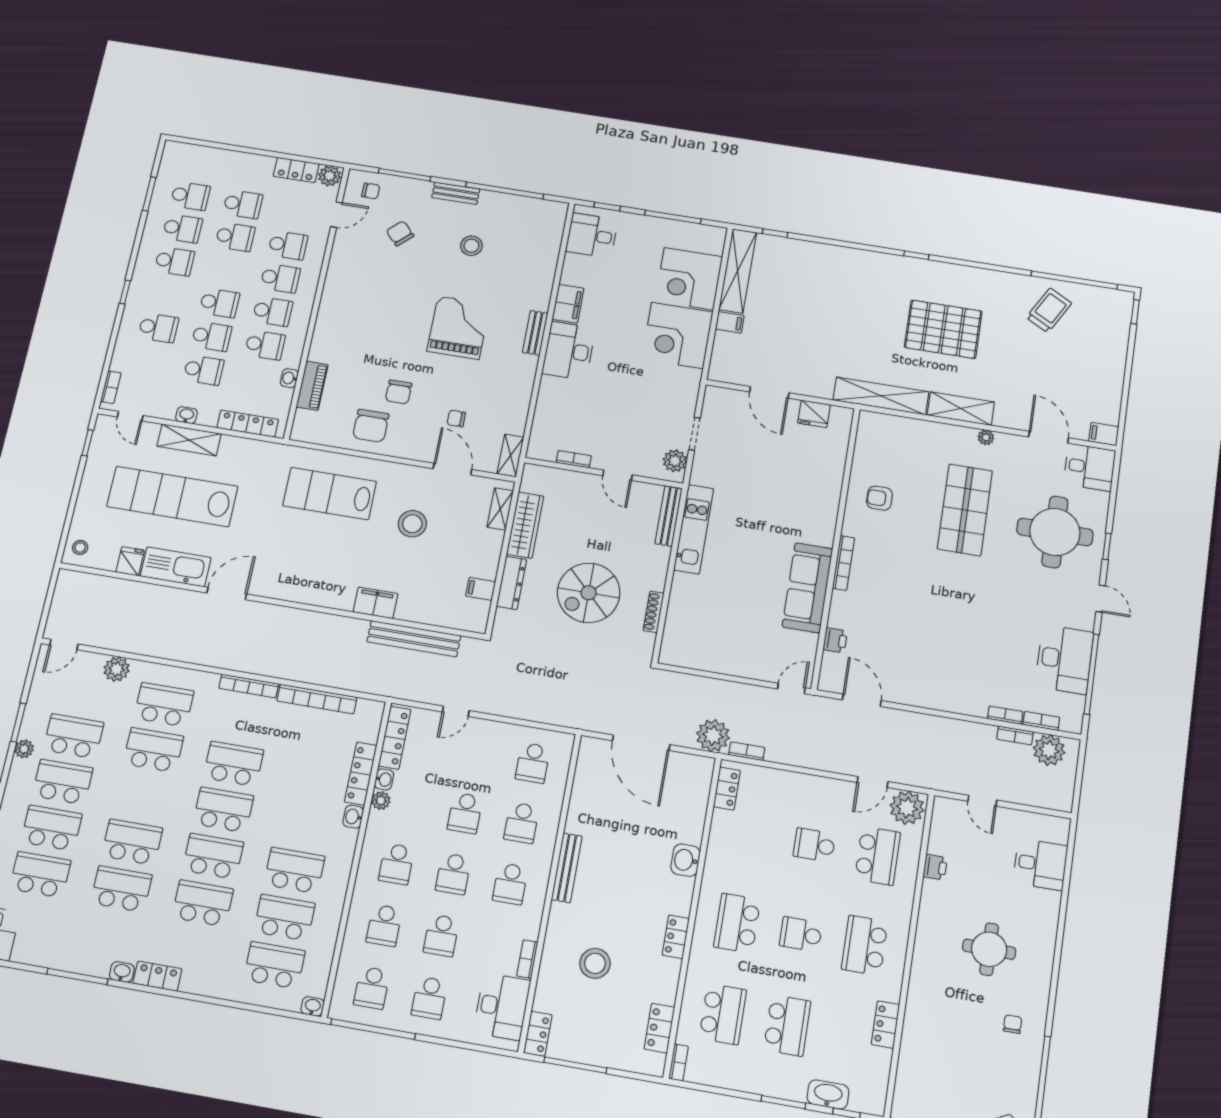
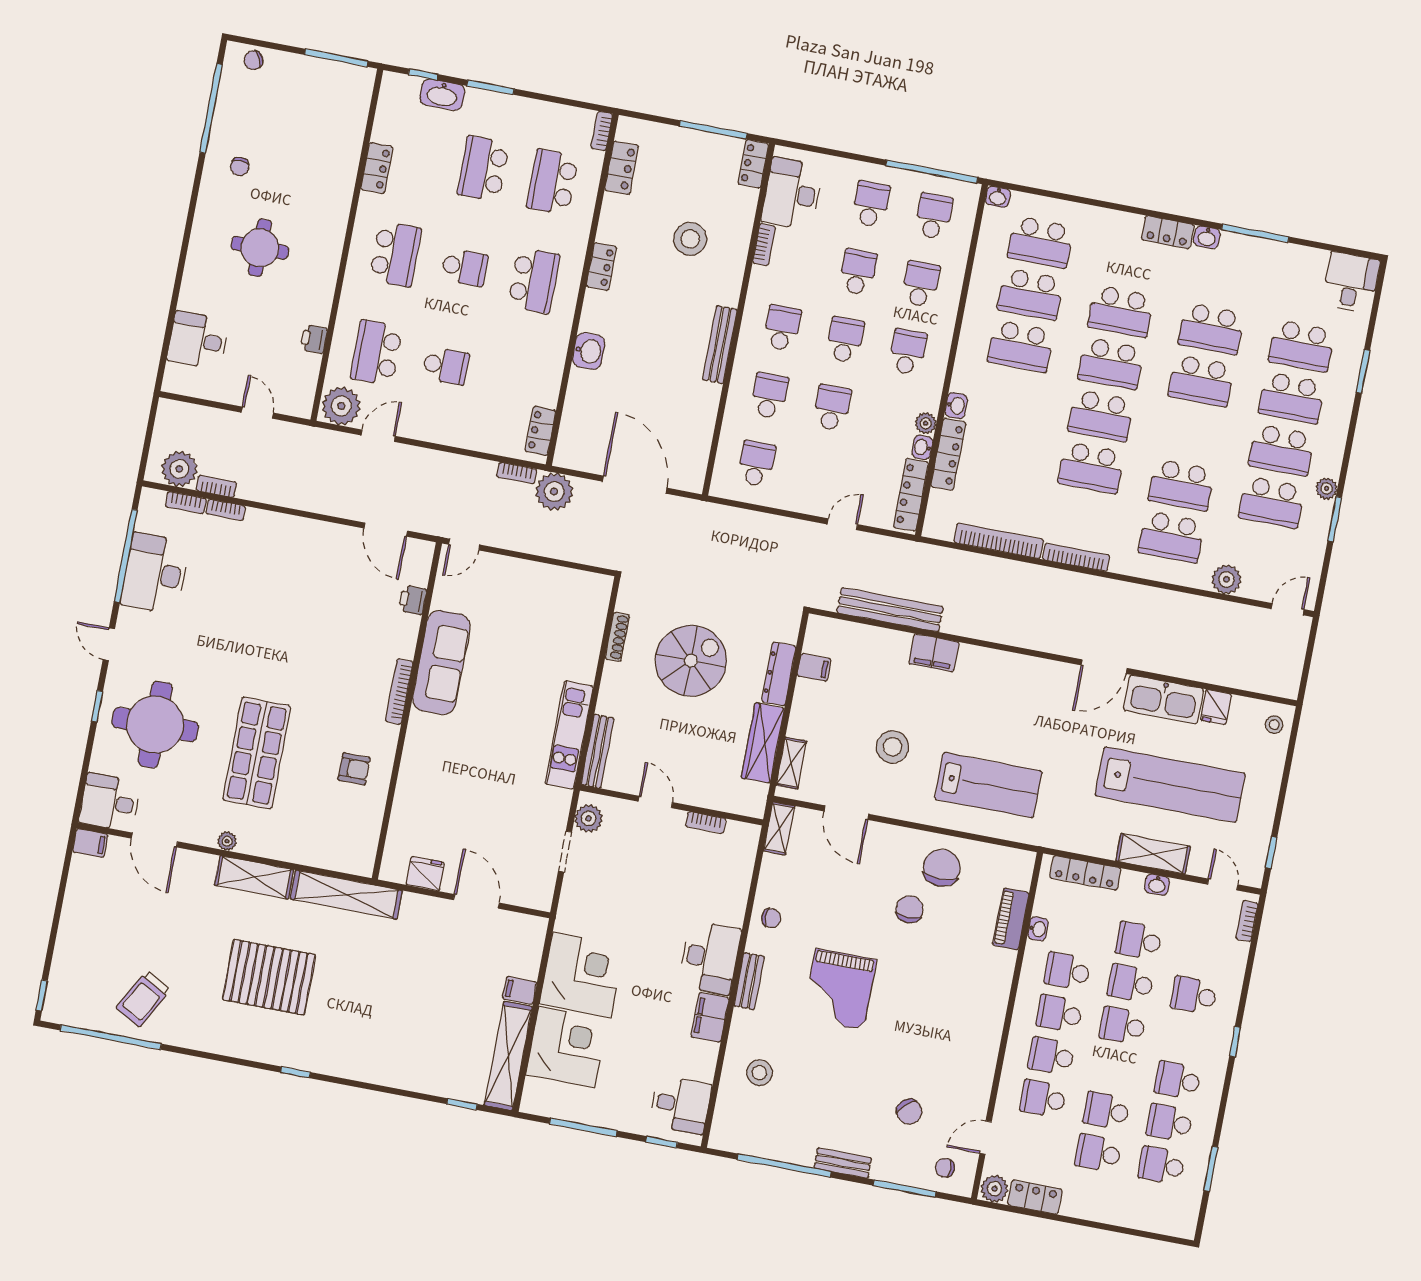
stool: (471, 246) -> (759, 1073), moved
chair: (456, 418) -> (771, 918), moved

